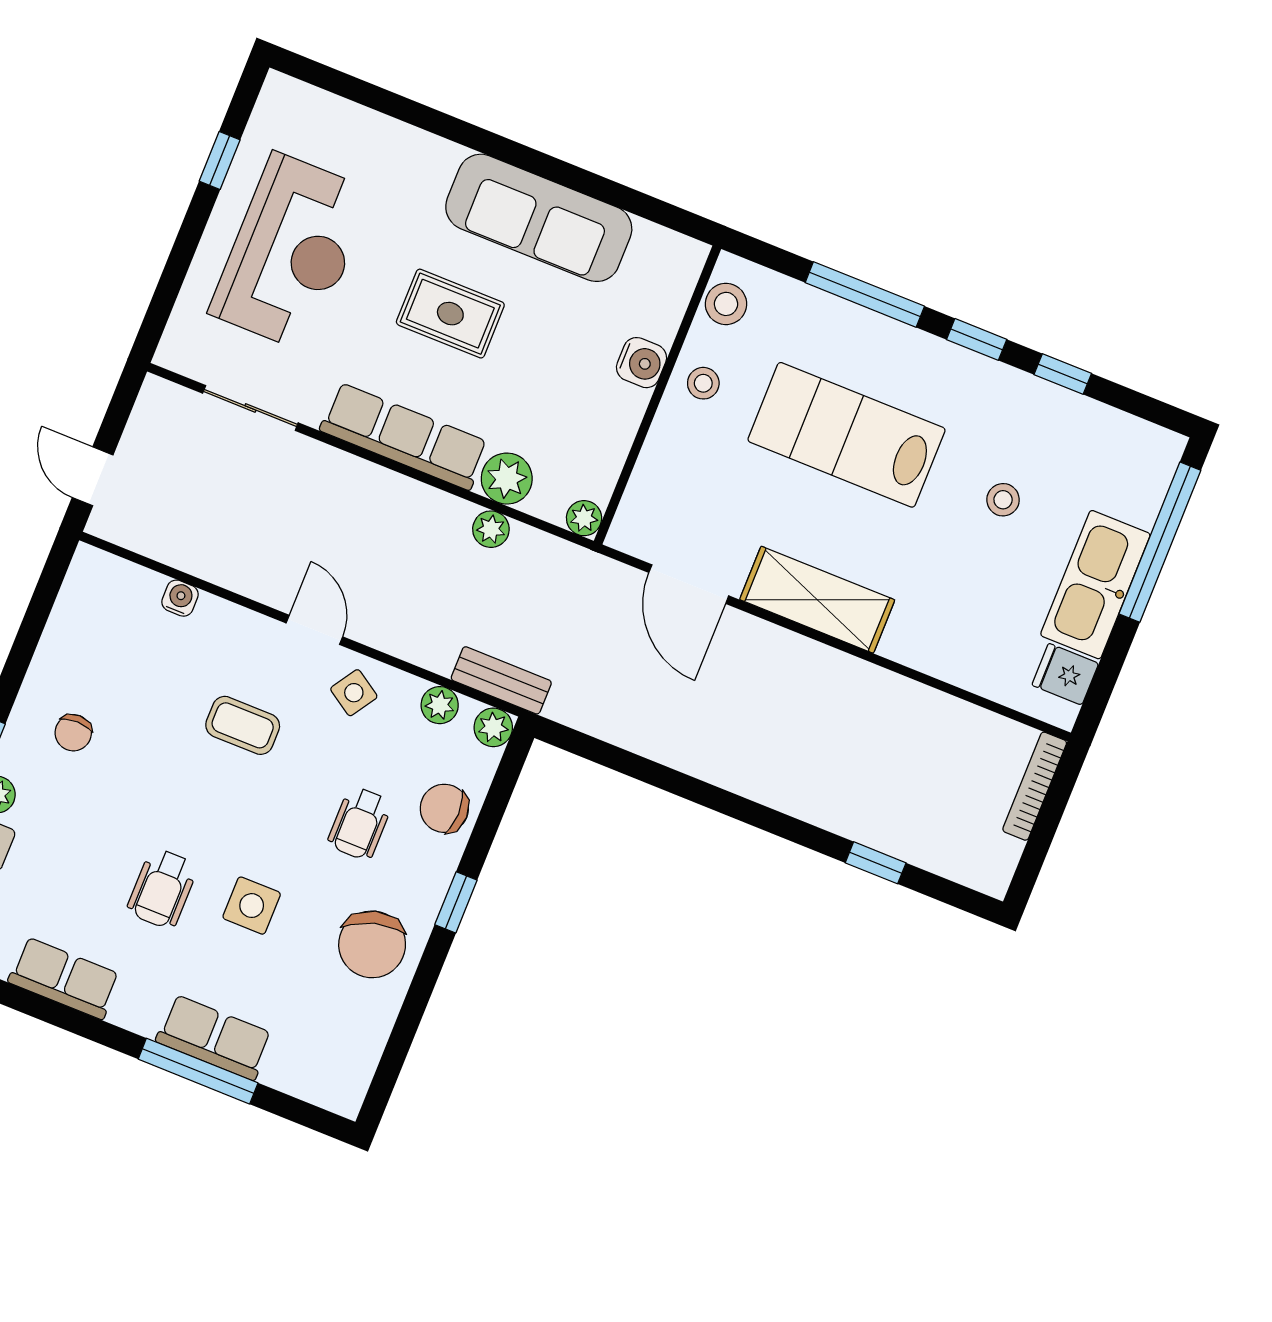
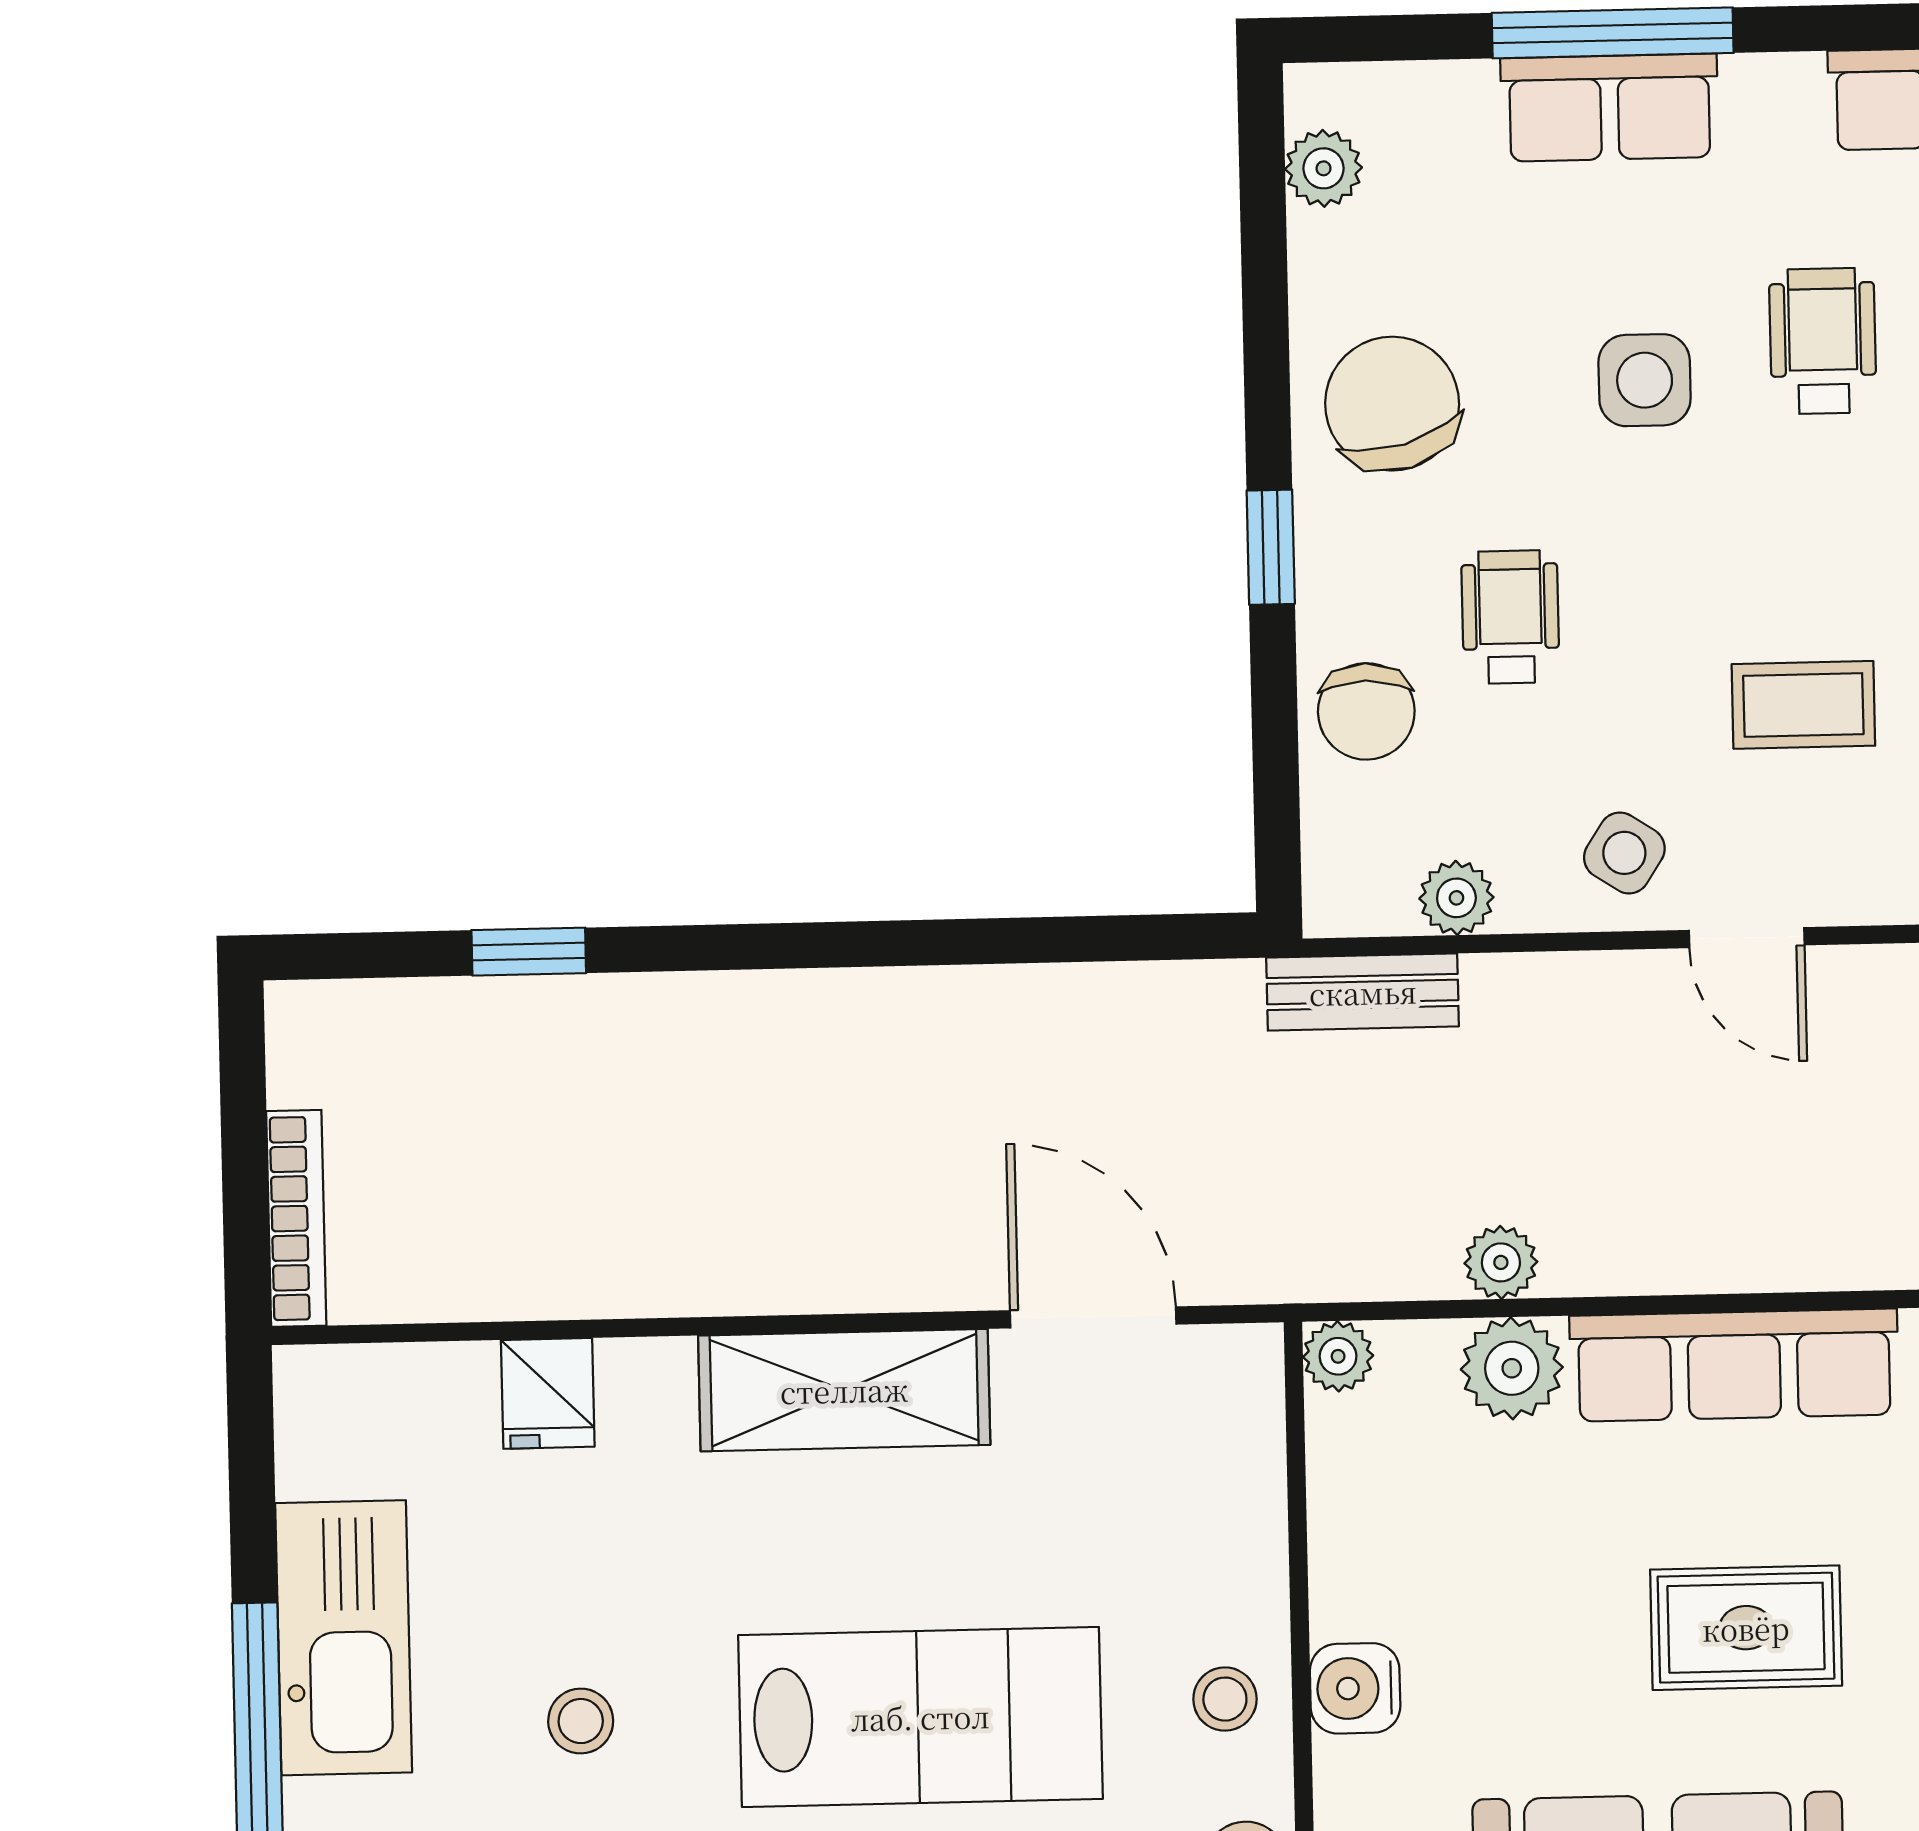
fridge: (1065, 674) -> (548, 1393), moved, turned 90
plant: (493, 727) -> (1324, 168), moved
chair: (444, 808) -> (1366, 711), turned 90

